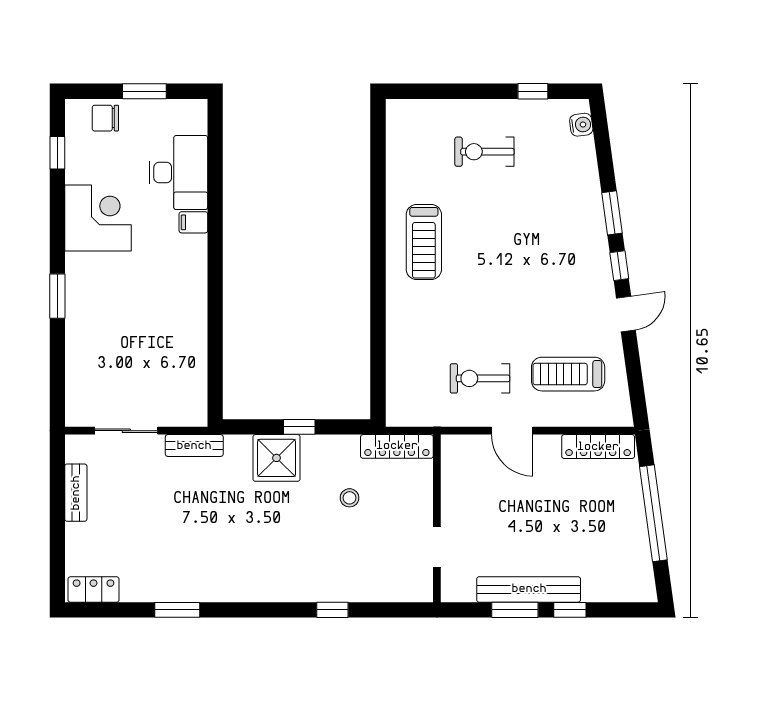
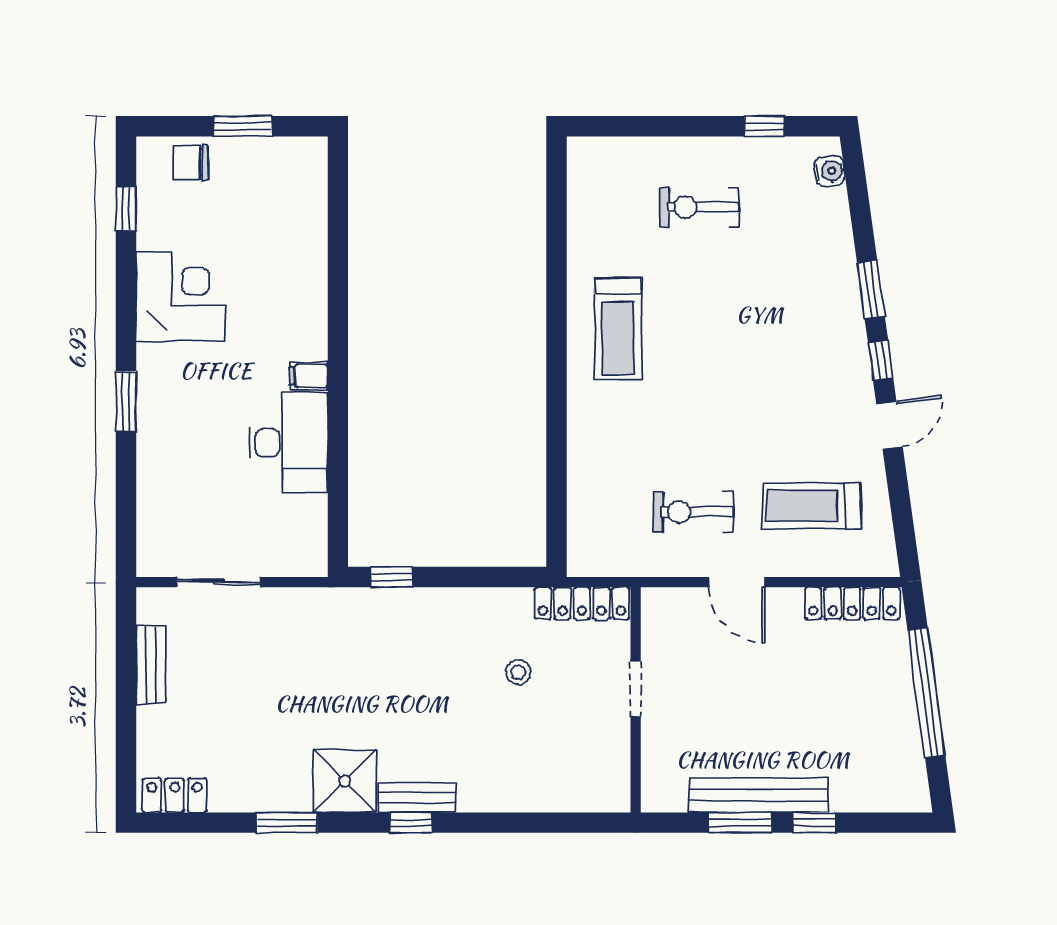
desk: (178, 173) -> (289, 443), moved
filing cabinet: (193, 222) -> (309, 376), moved
window: (299, 427) -> (391, 577), moved
bench: (194, 446) -> (418, 798), moved
shower: (277, 458) -> (345, 781), moved
doorway: (437, 547) -> (636, 689), moved
window: (332, 610) -> (411, 823), moved

